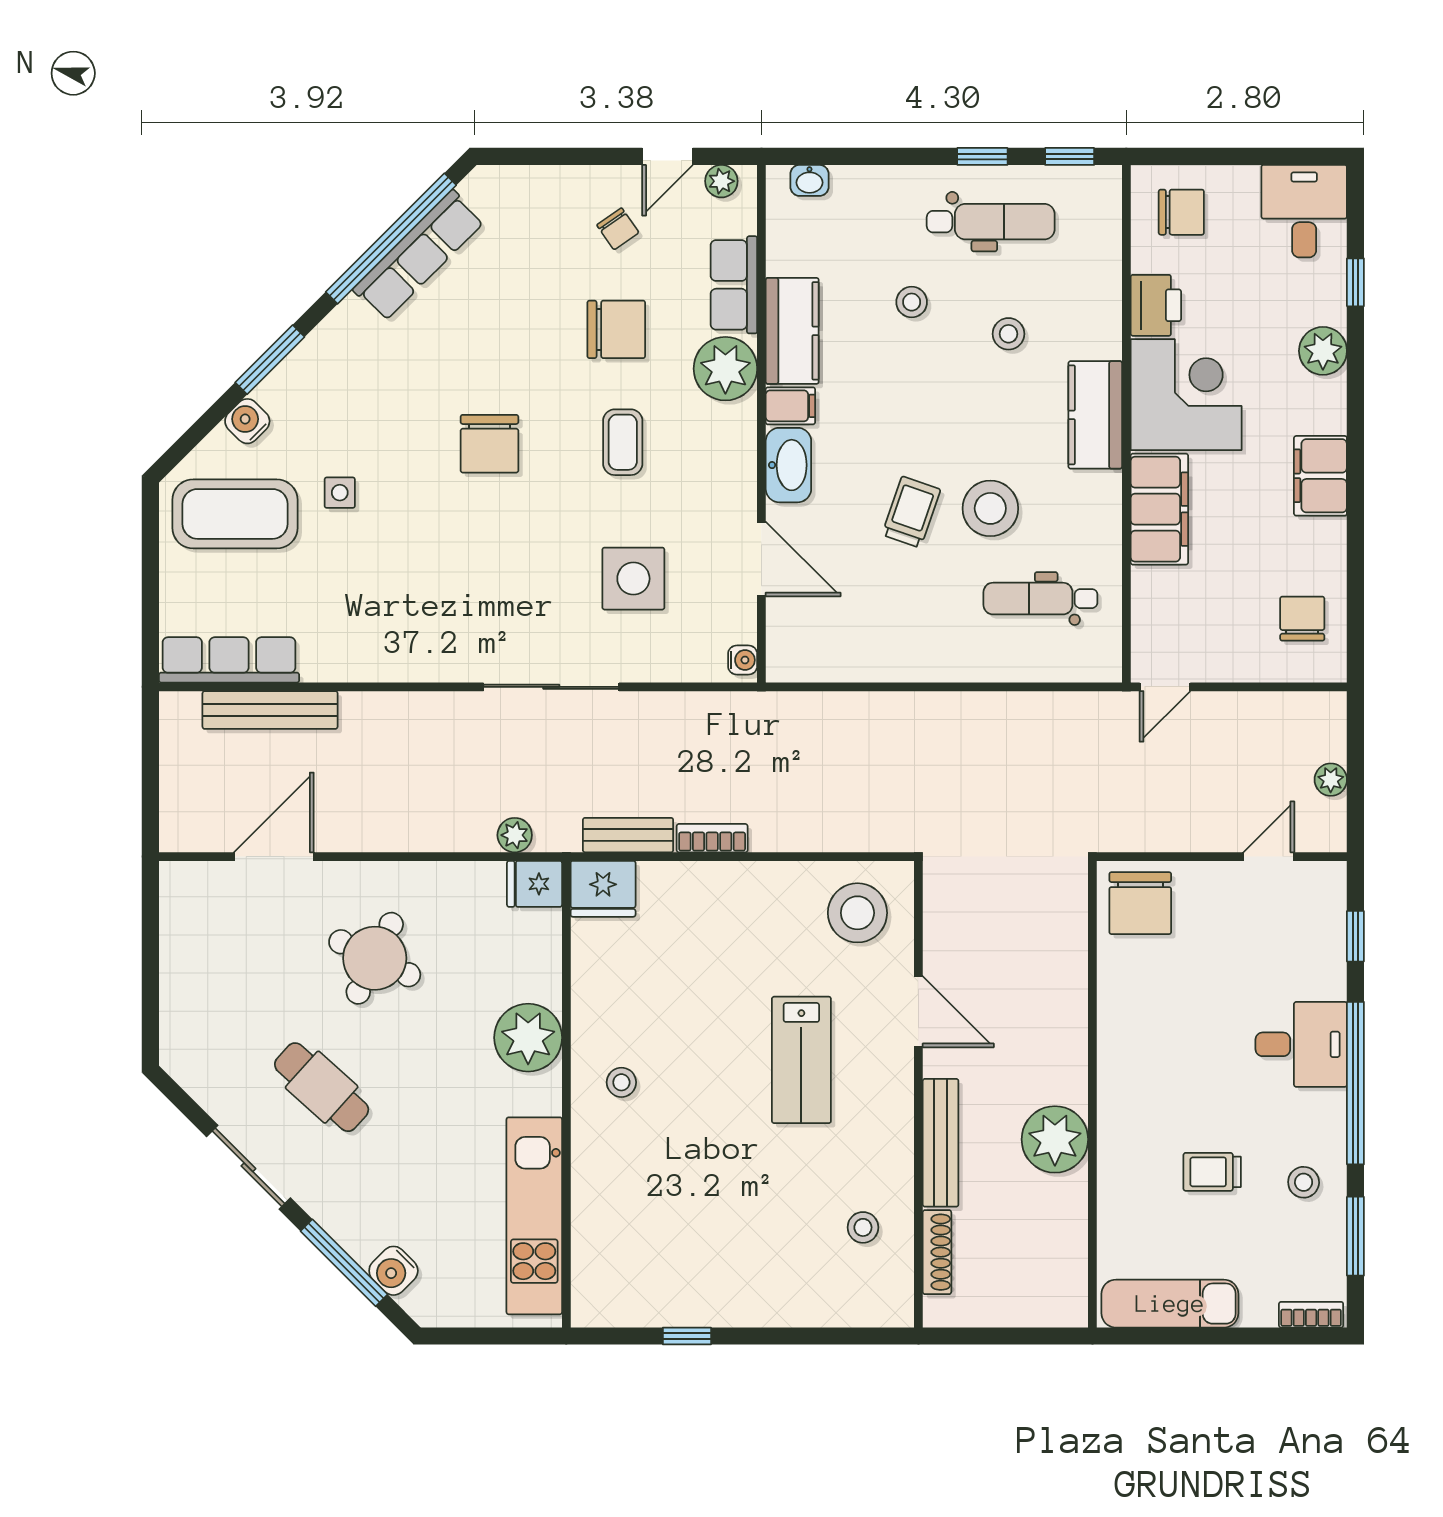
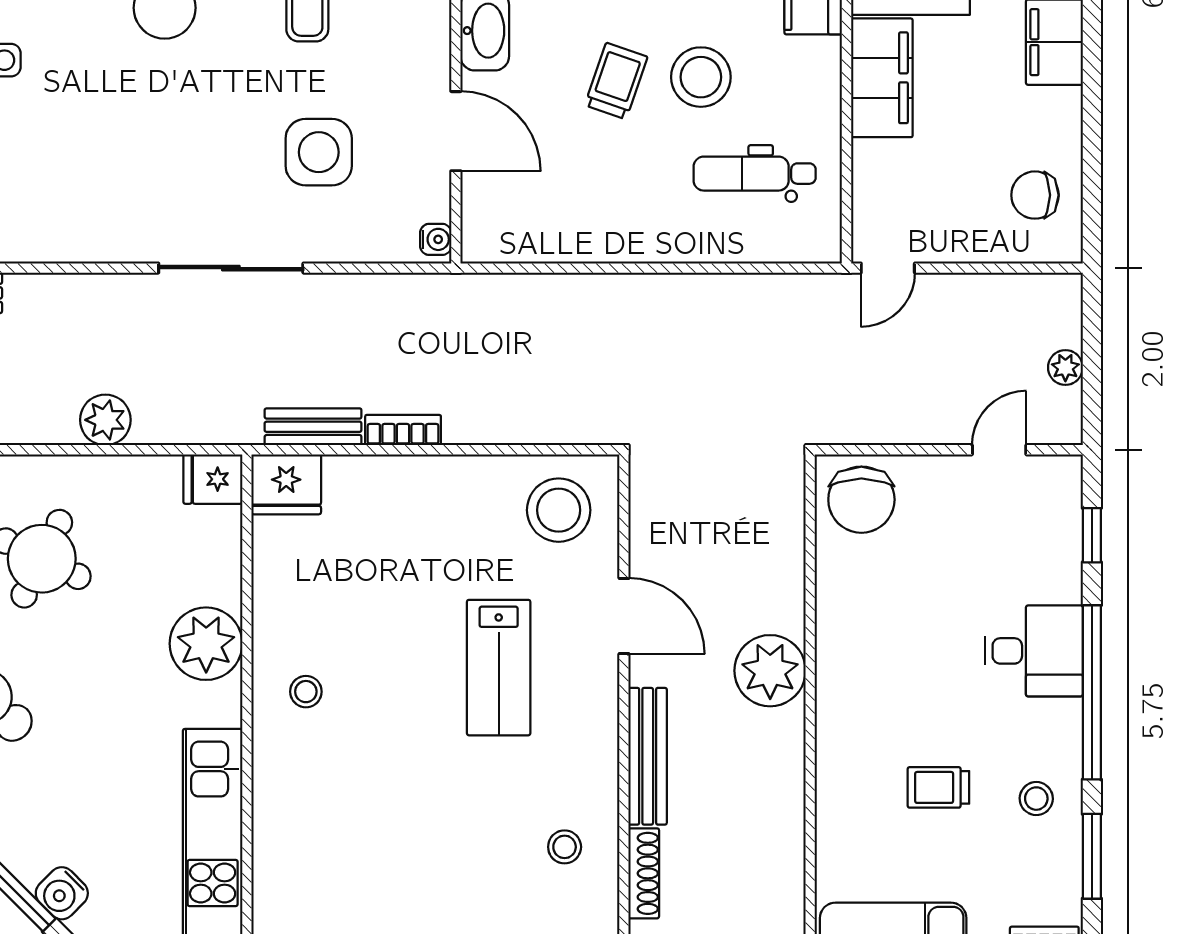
chair: (1302, 619) -> (1035, 195), turned -90
plant: (515, 835) -> (105, 420), moved, width x1.38, depth x1.38
plant: (1055, 1139) -> (770, 671), moved

